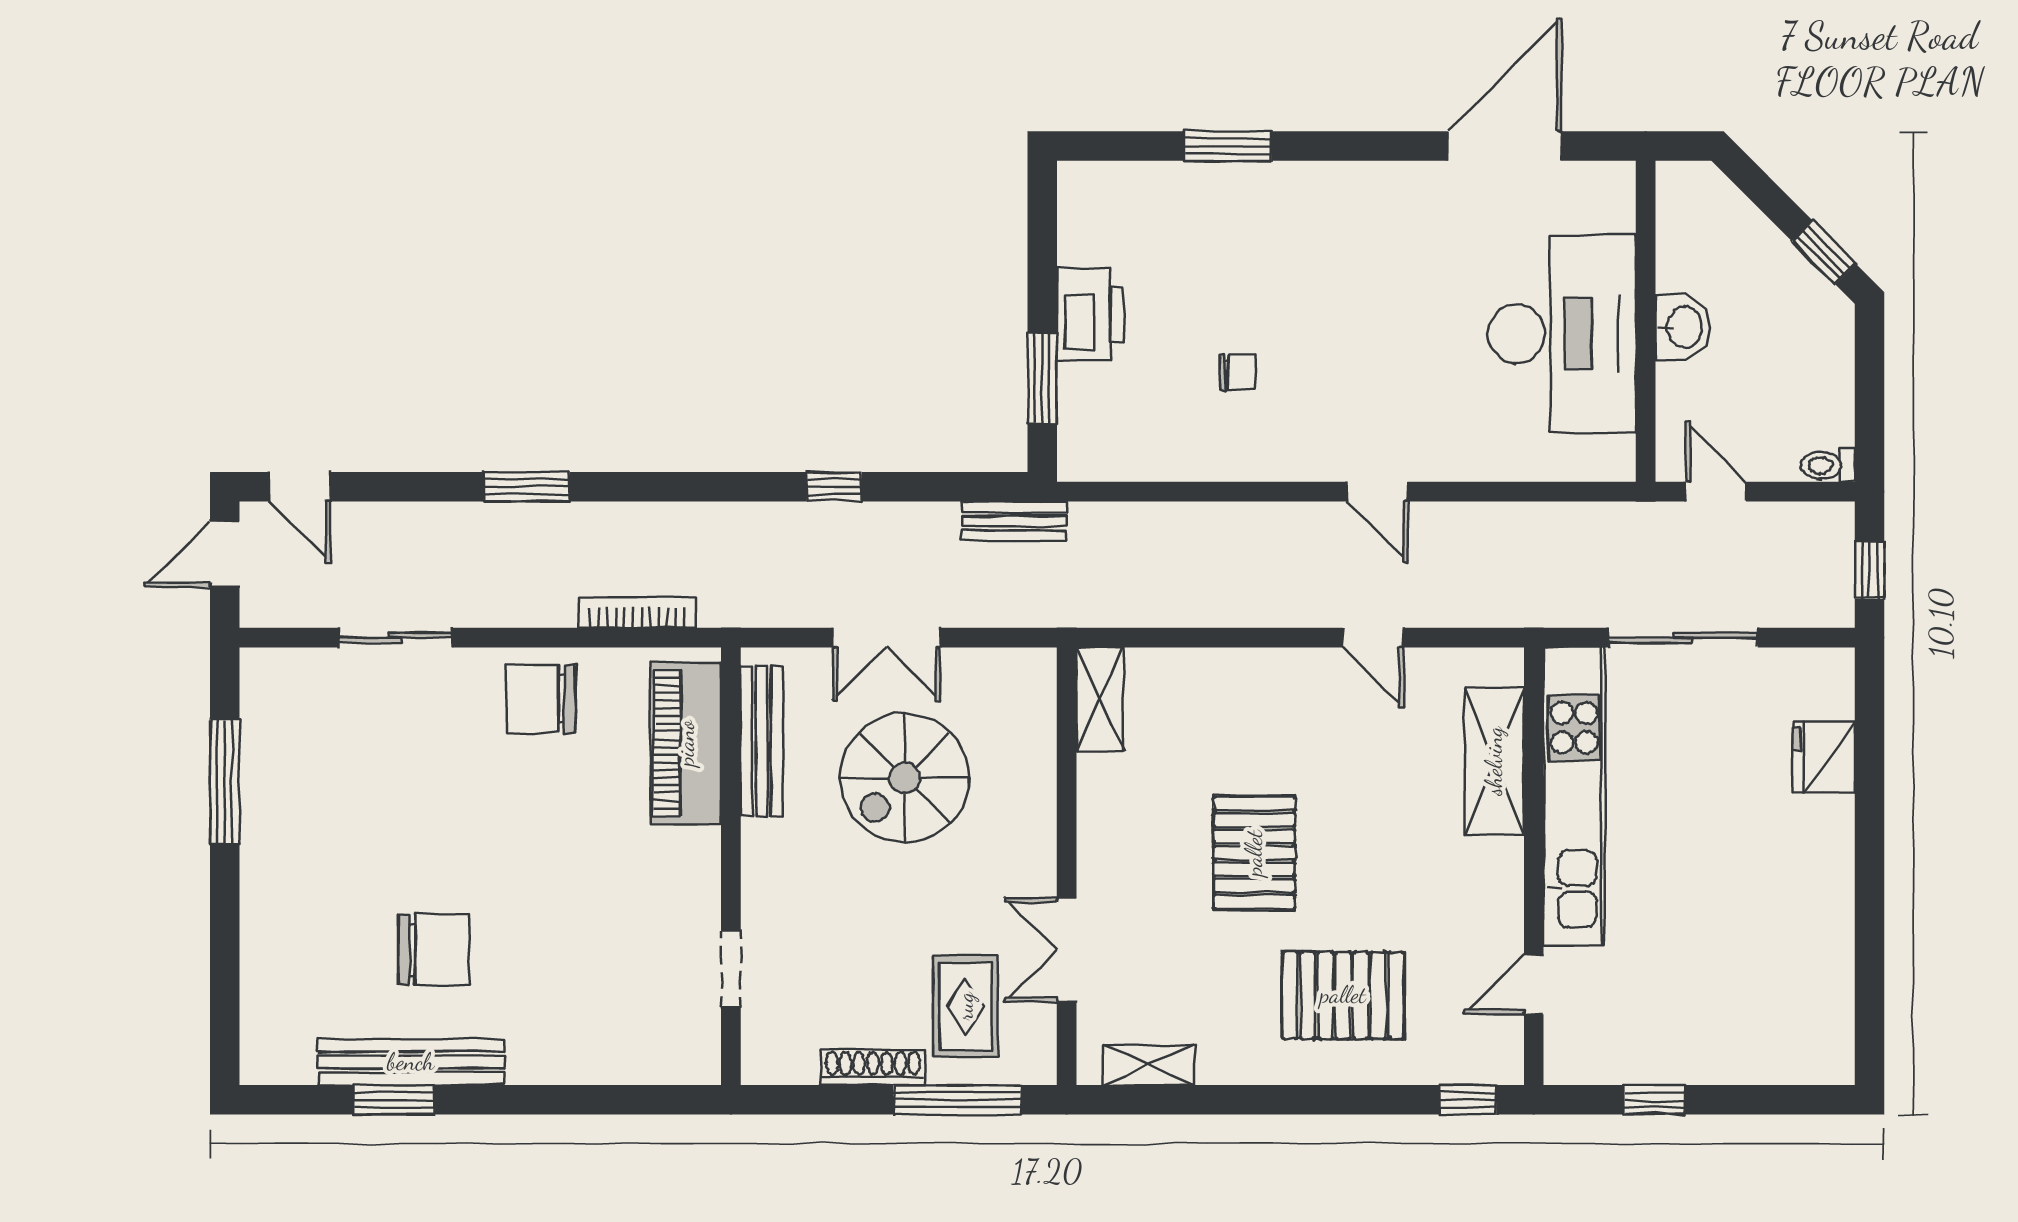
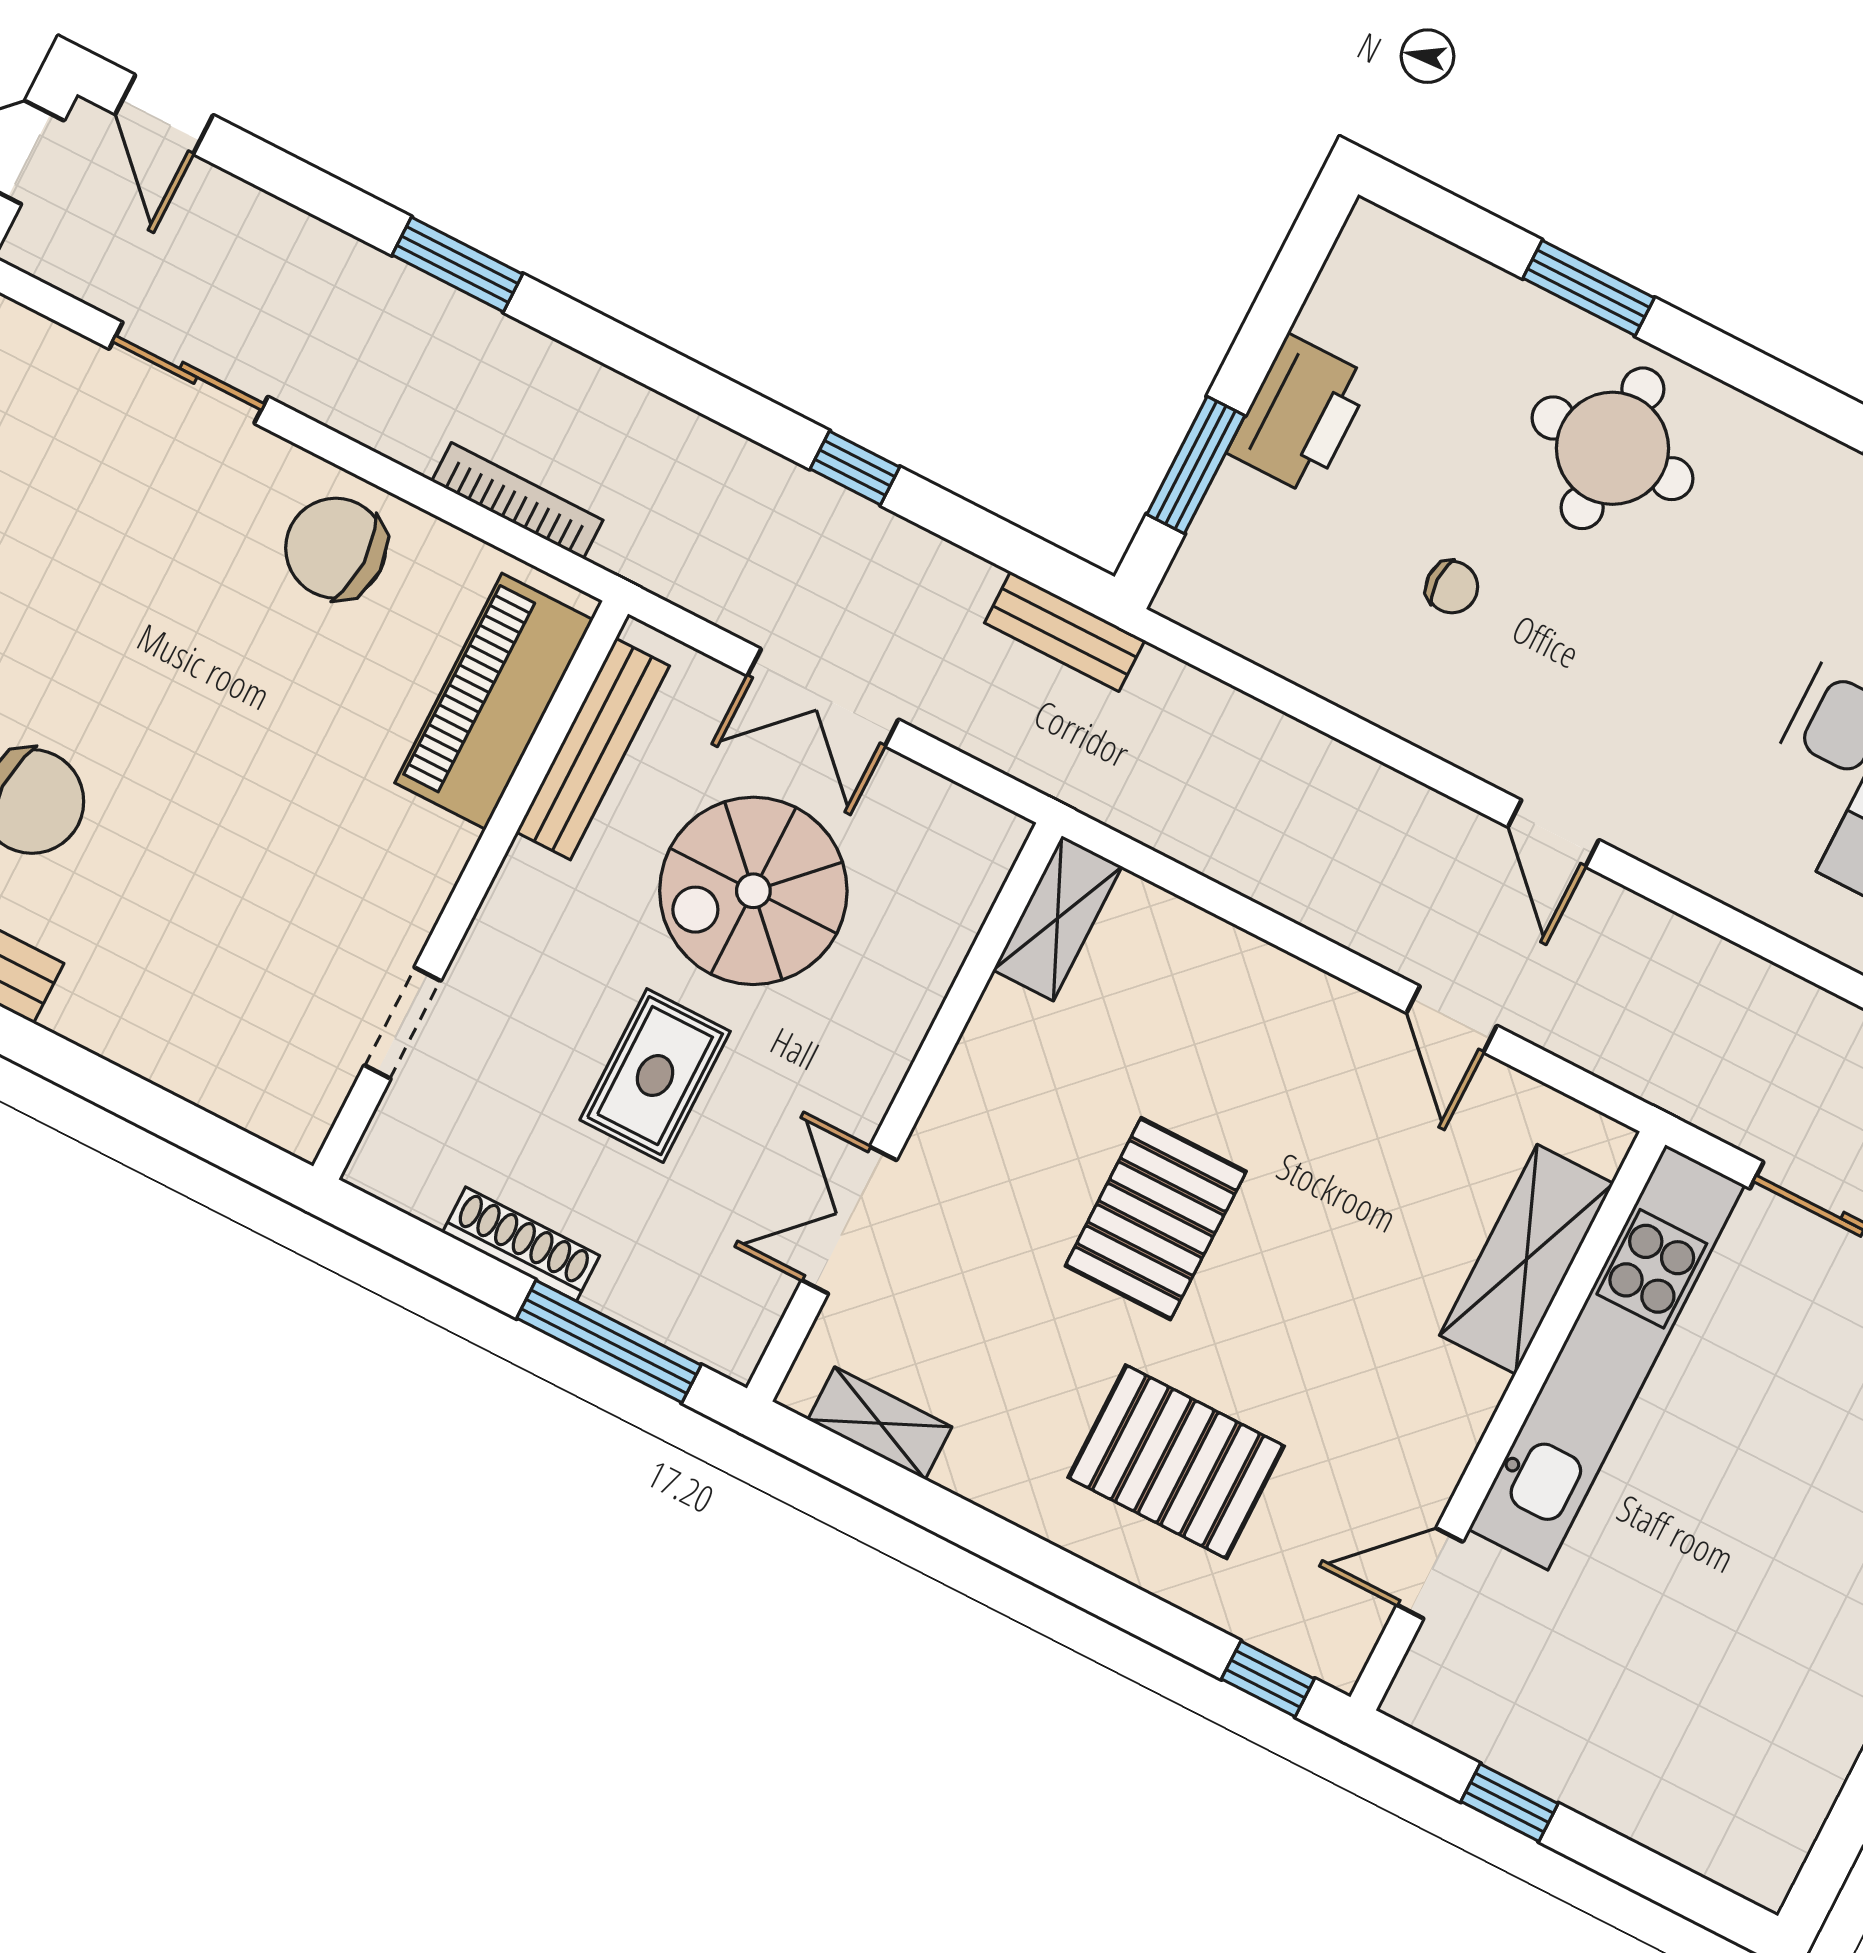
round table: (1293, 237) -> (1612, 448), added
rug: (965, 1006) -> (655, 1076), moved

